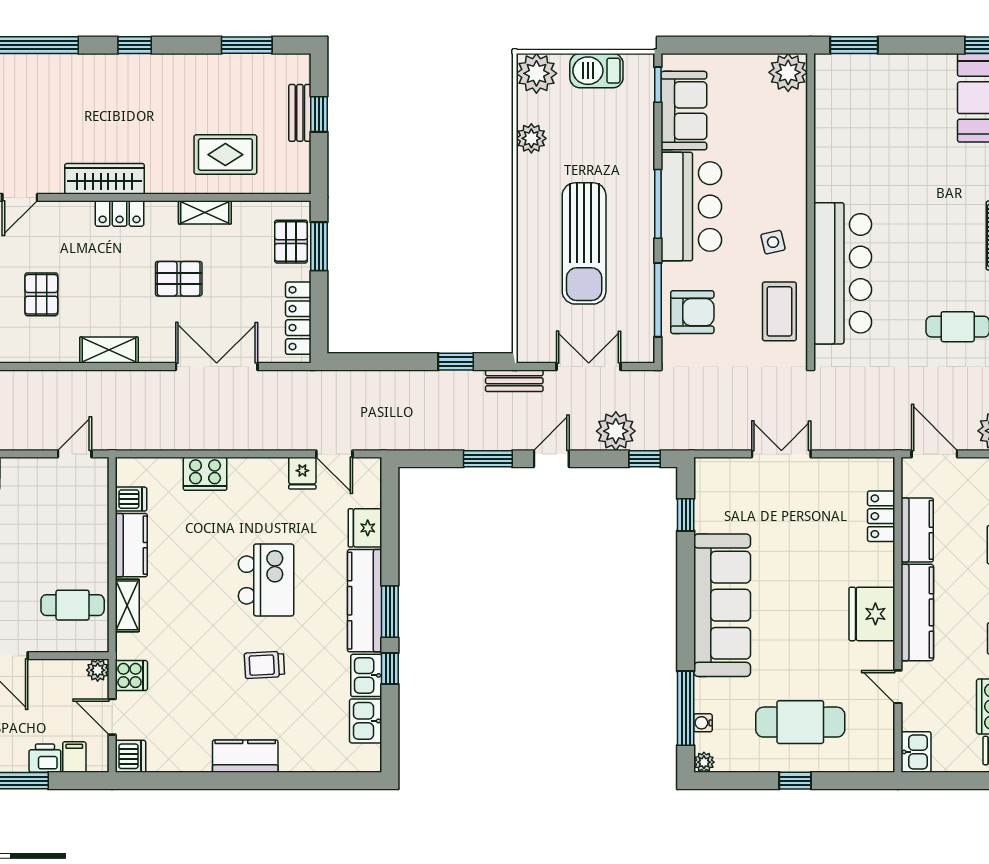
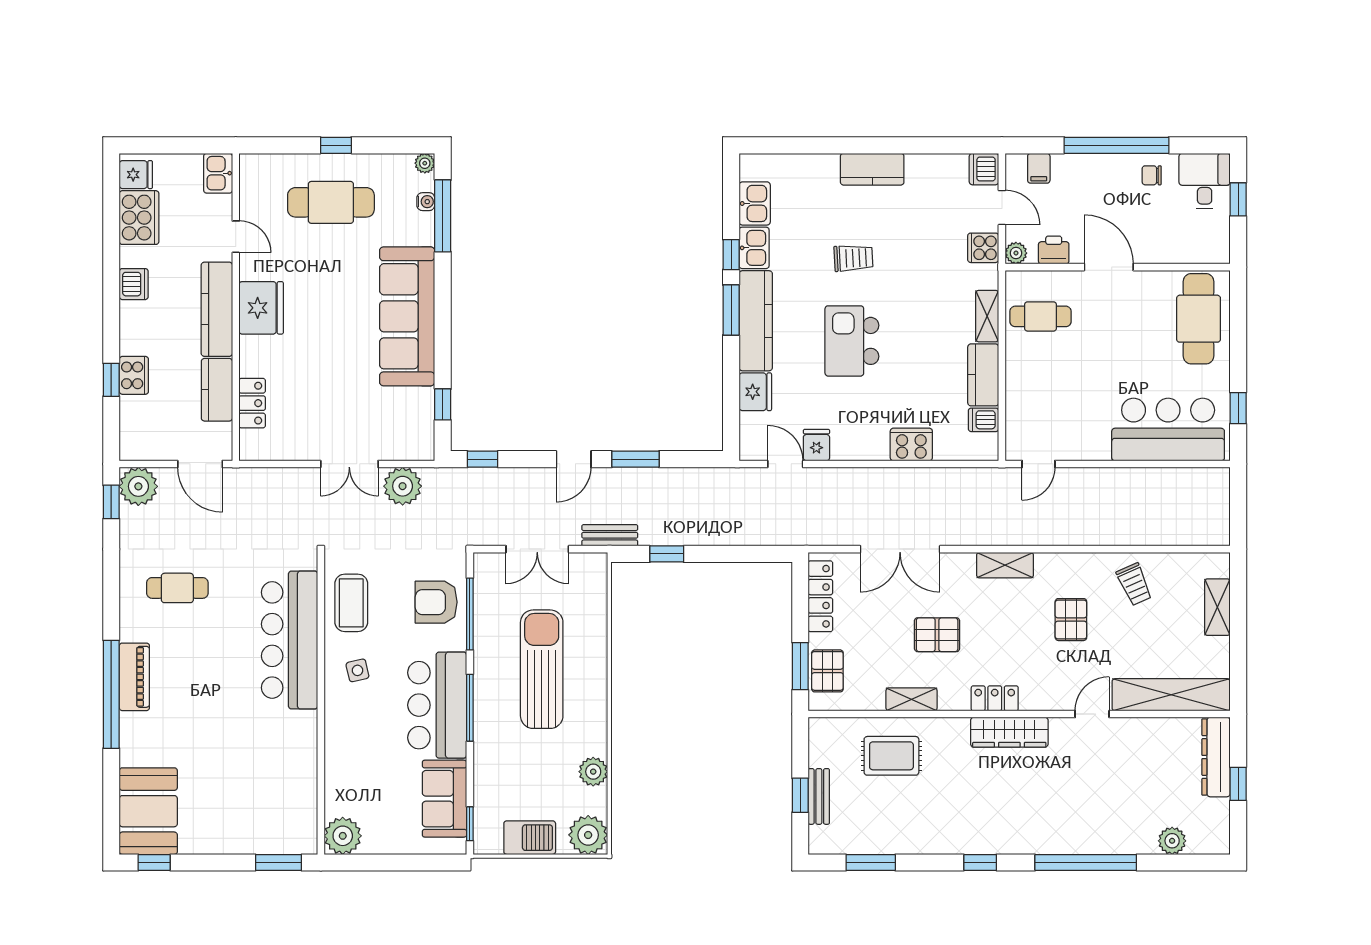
plant: (616, 431) -> (403, 486), moved
printer: (45, 758) -> (1054, 250), moved, turned 180

